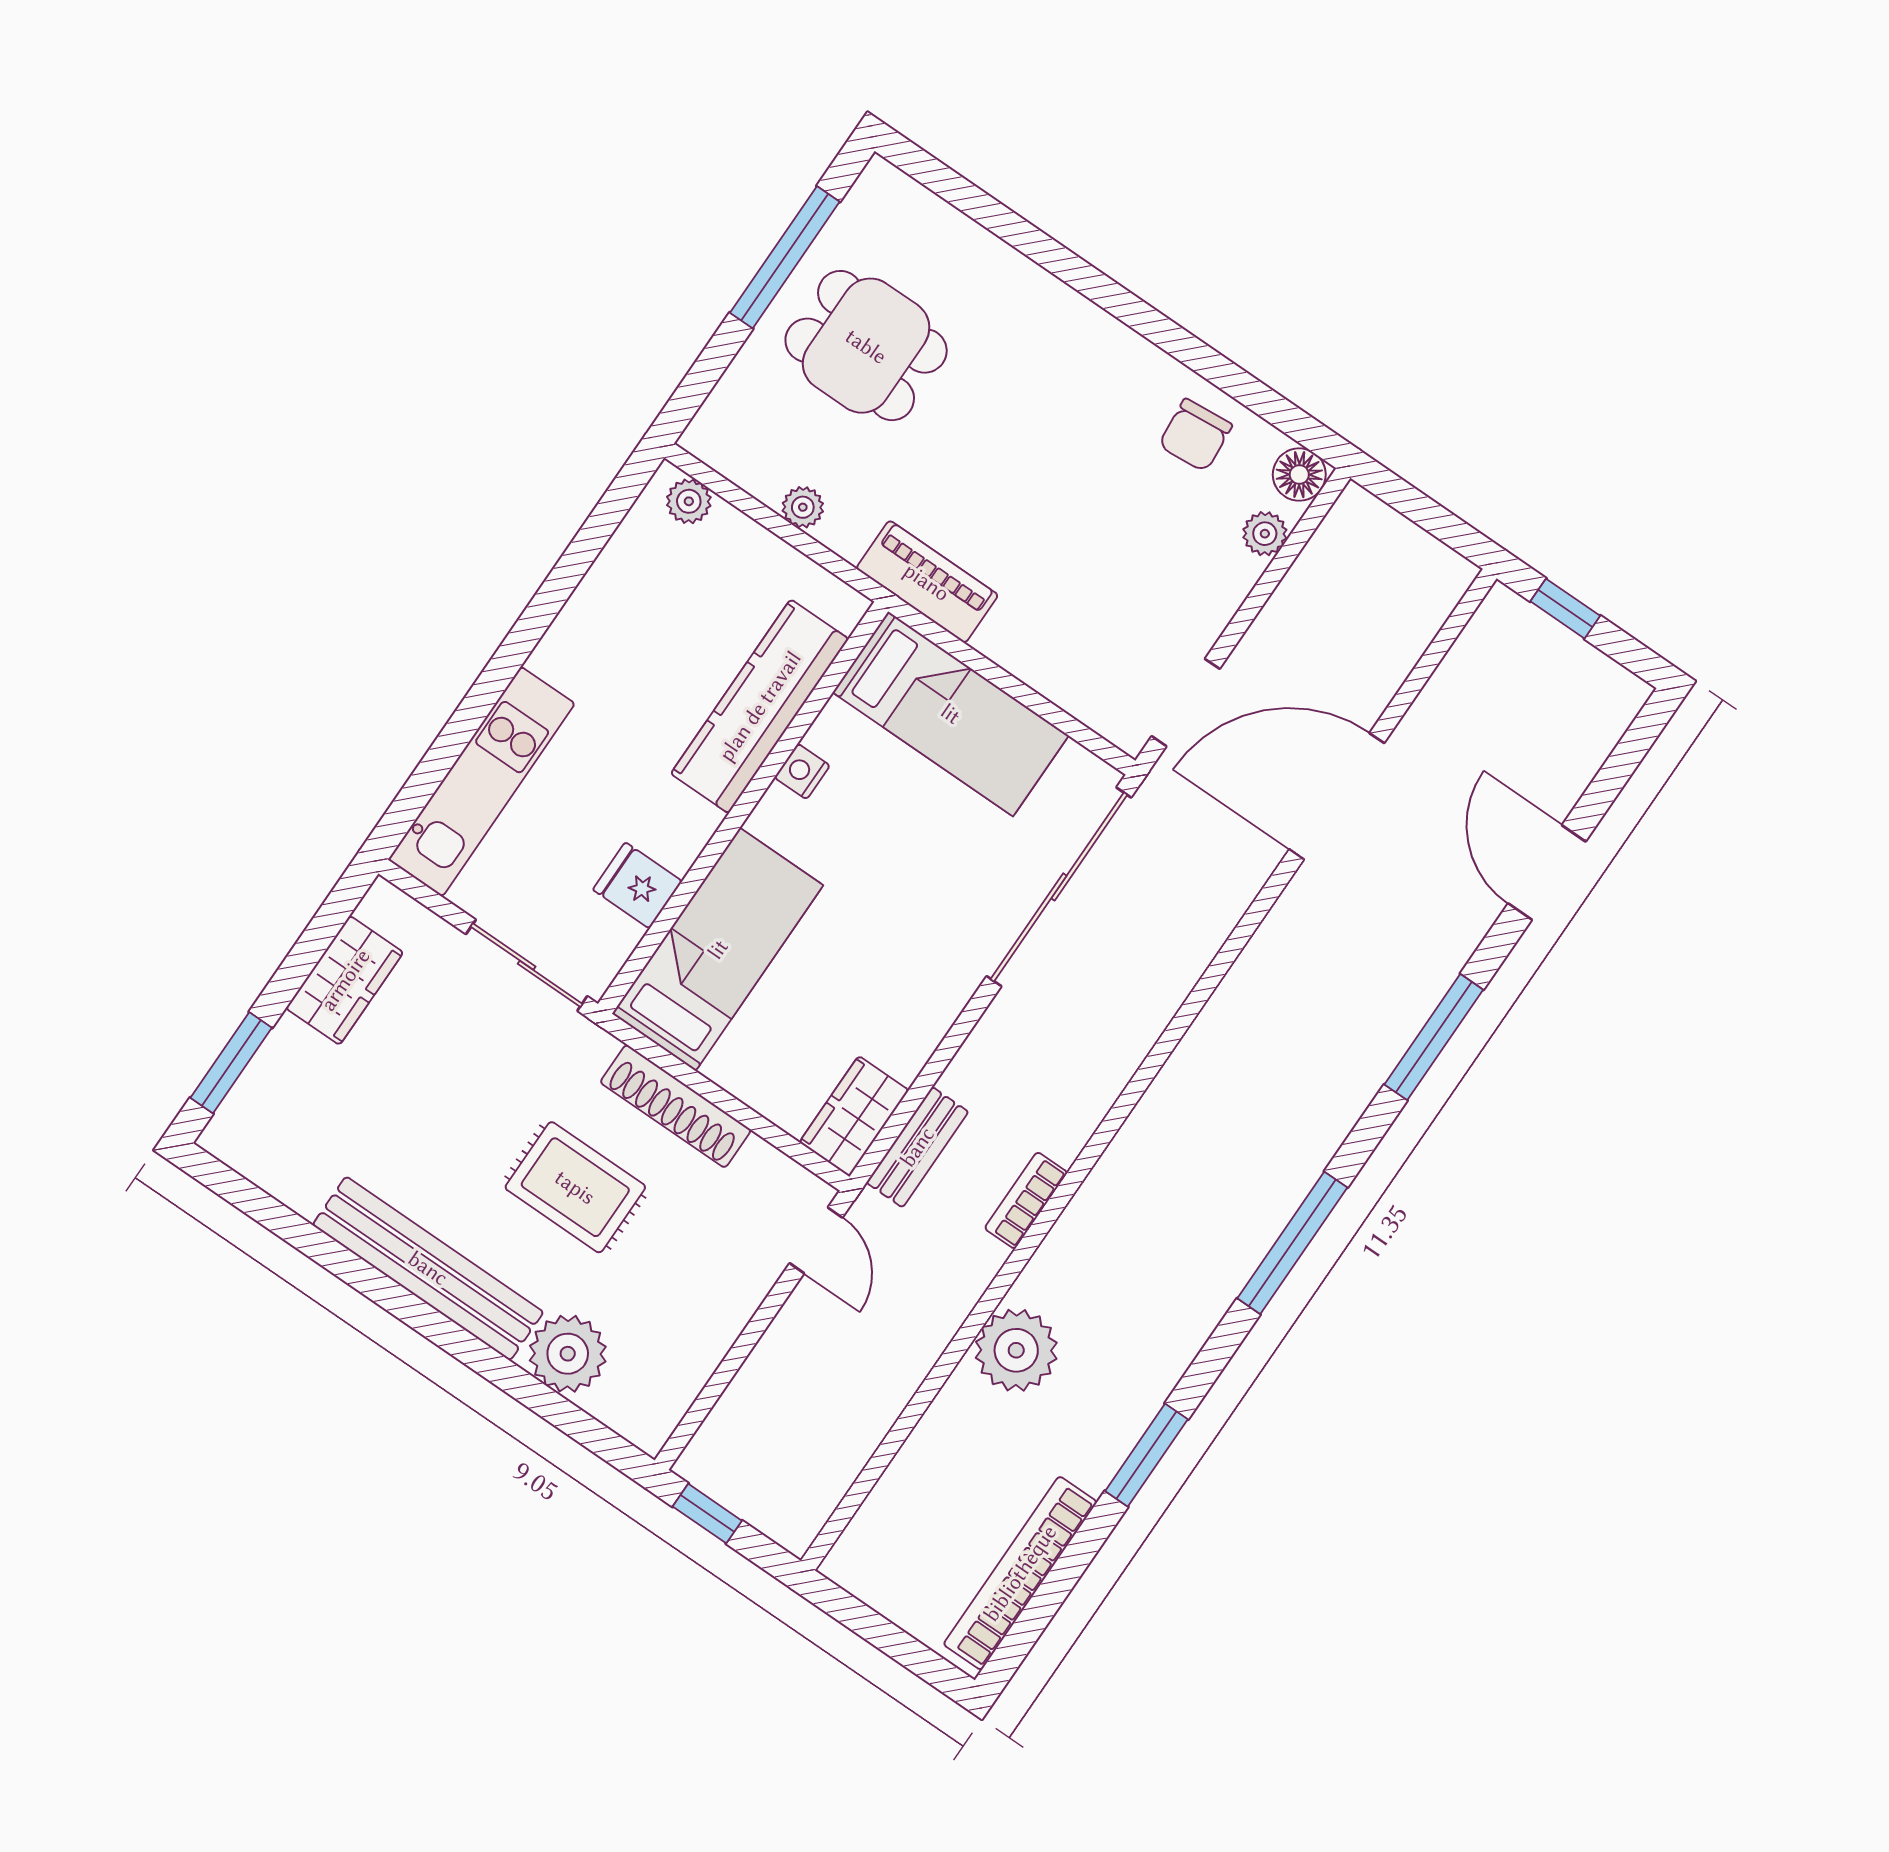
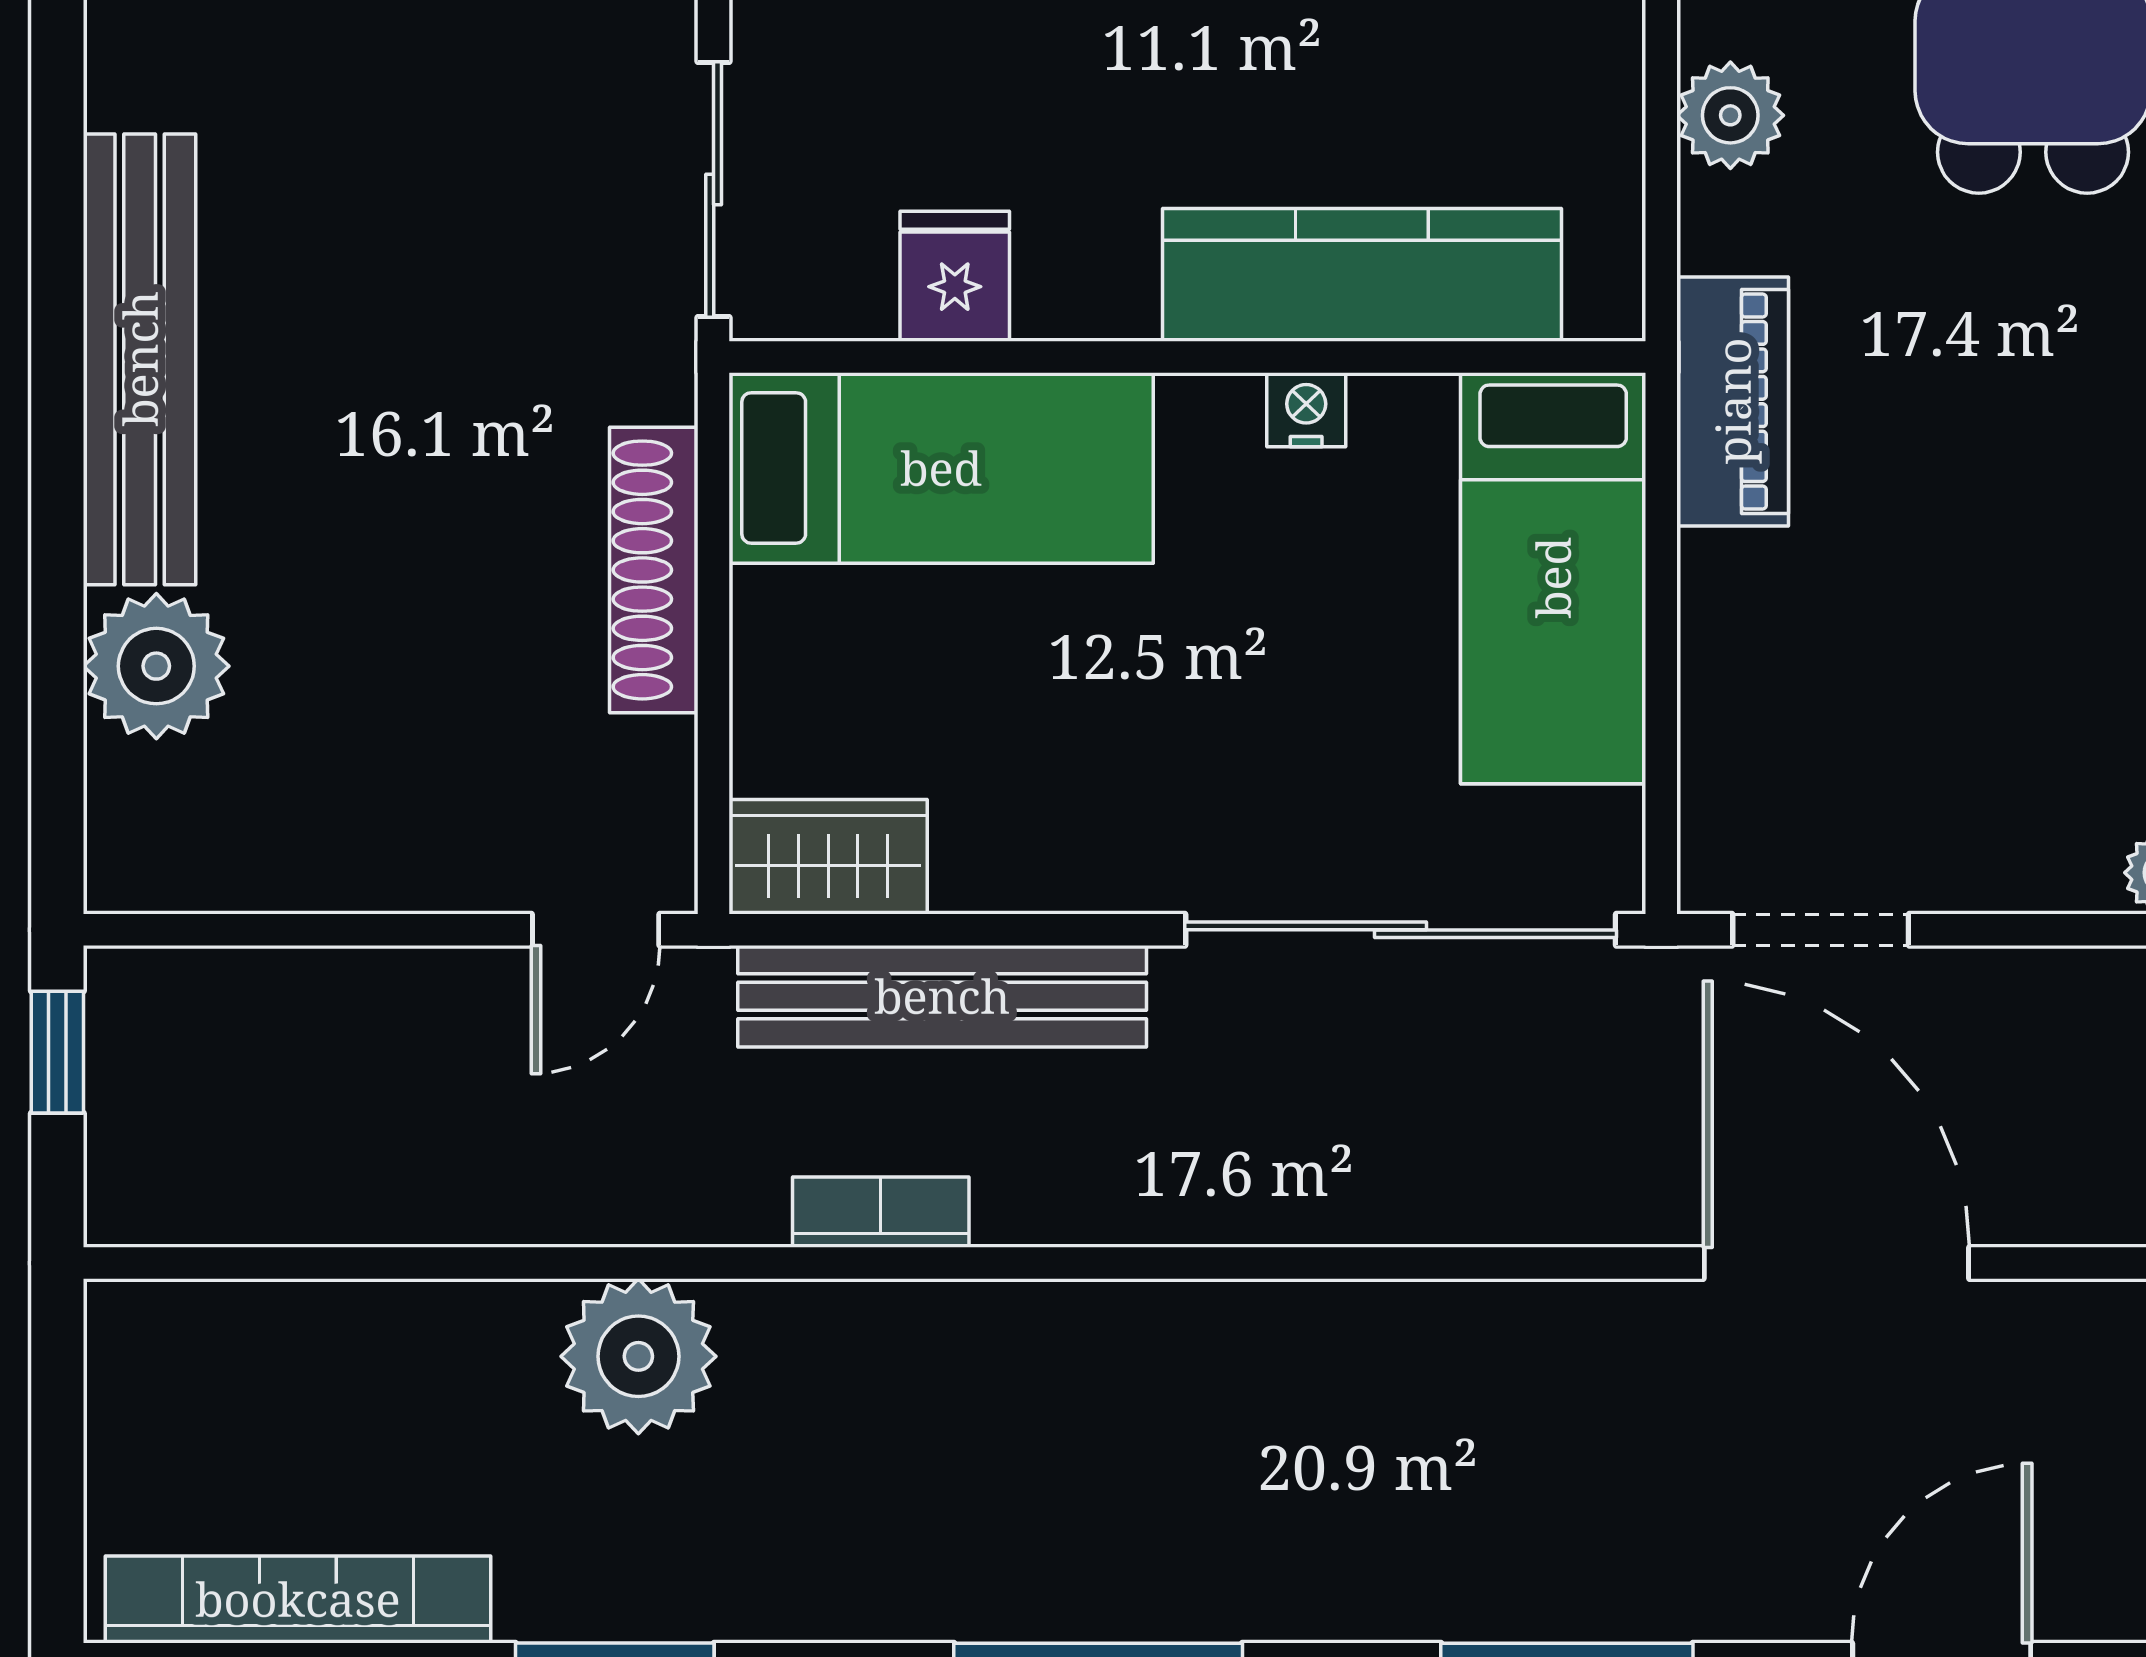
plant: (803, 507) -> (1730, 115), width x1.38, depth x1.38
bench: (917, 1147) -> (942, 996), width x1.86, depth x1.21
rug: (575, 1187) -> (422, 501), removed

